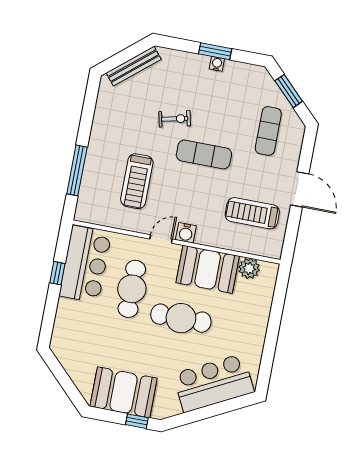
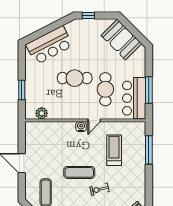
treadmill: (252, 213) -> (46, 145), removed
booth: (208, 269) -> (65, 108), removed
window: (57, 273) -> (149, 90), width x2.17
window: (276, 315) -> (22, 90), added
booth: (124, 392) -> (121, 40), moved, turned 45

